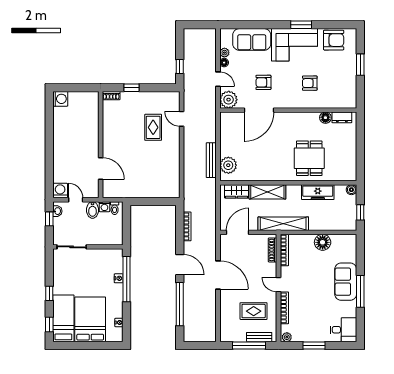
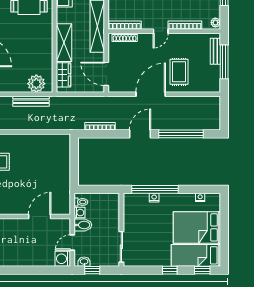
rug: (254, 311) -> (179, 72), moved

